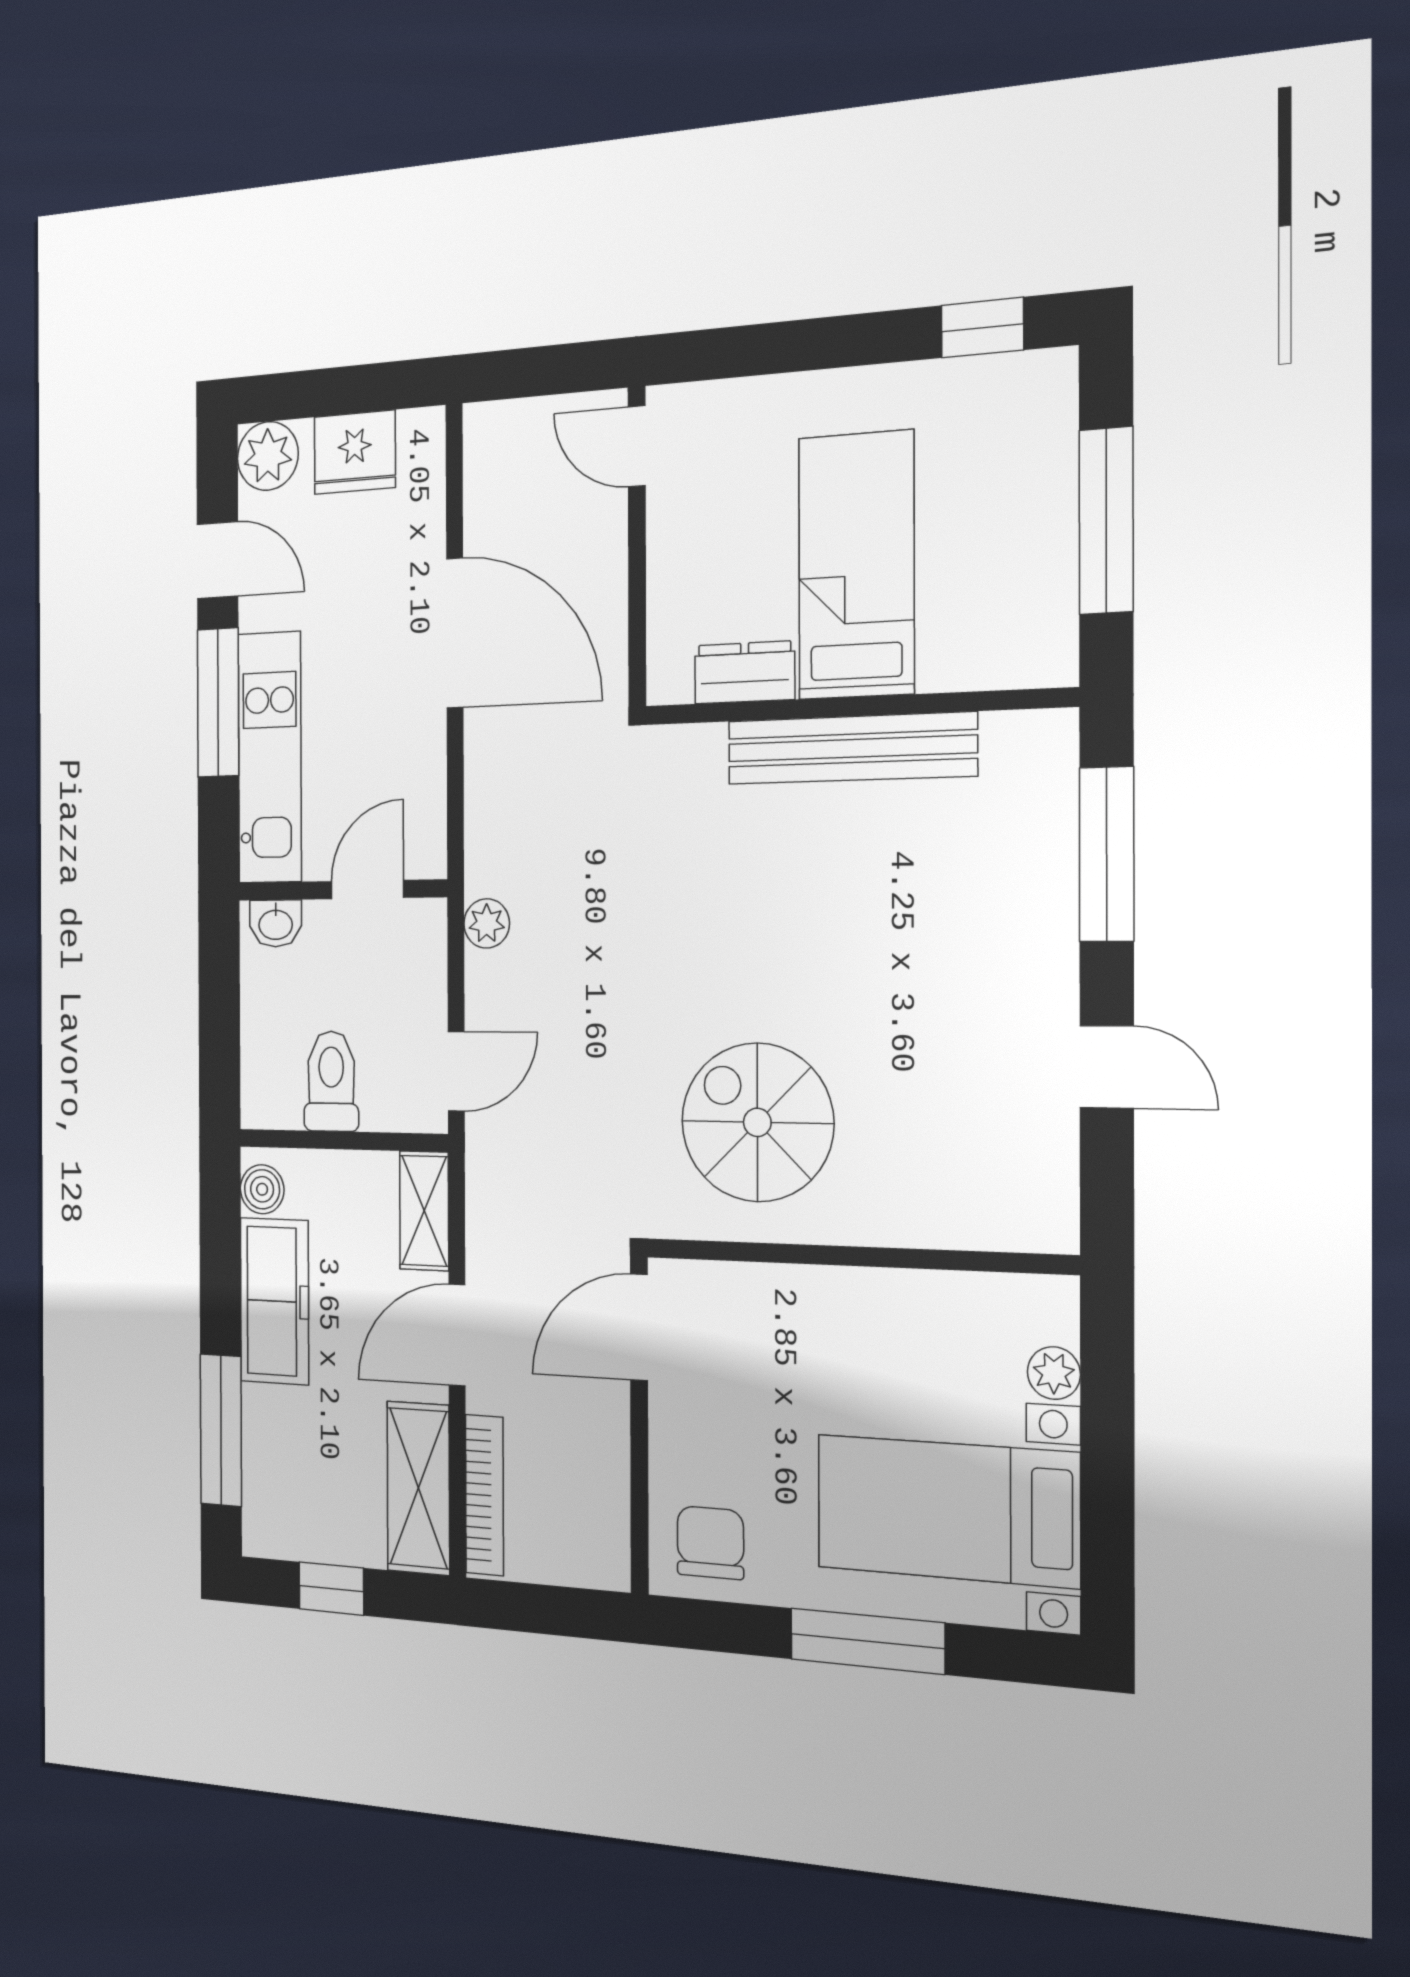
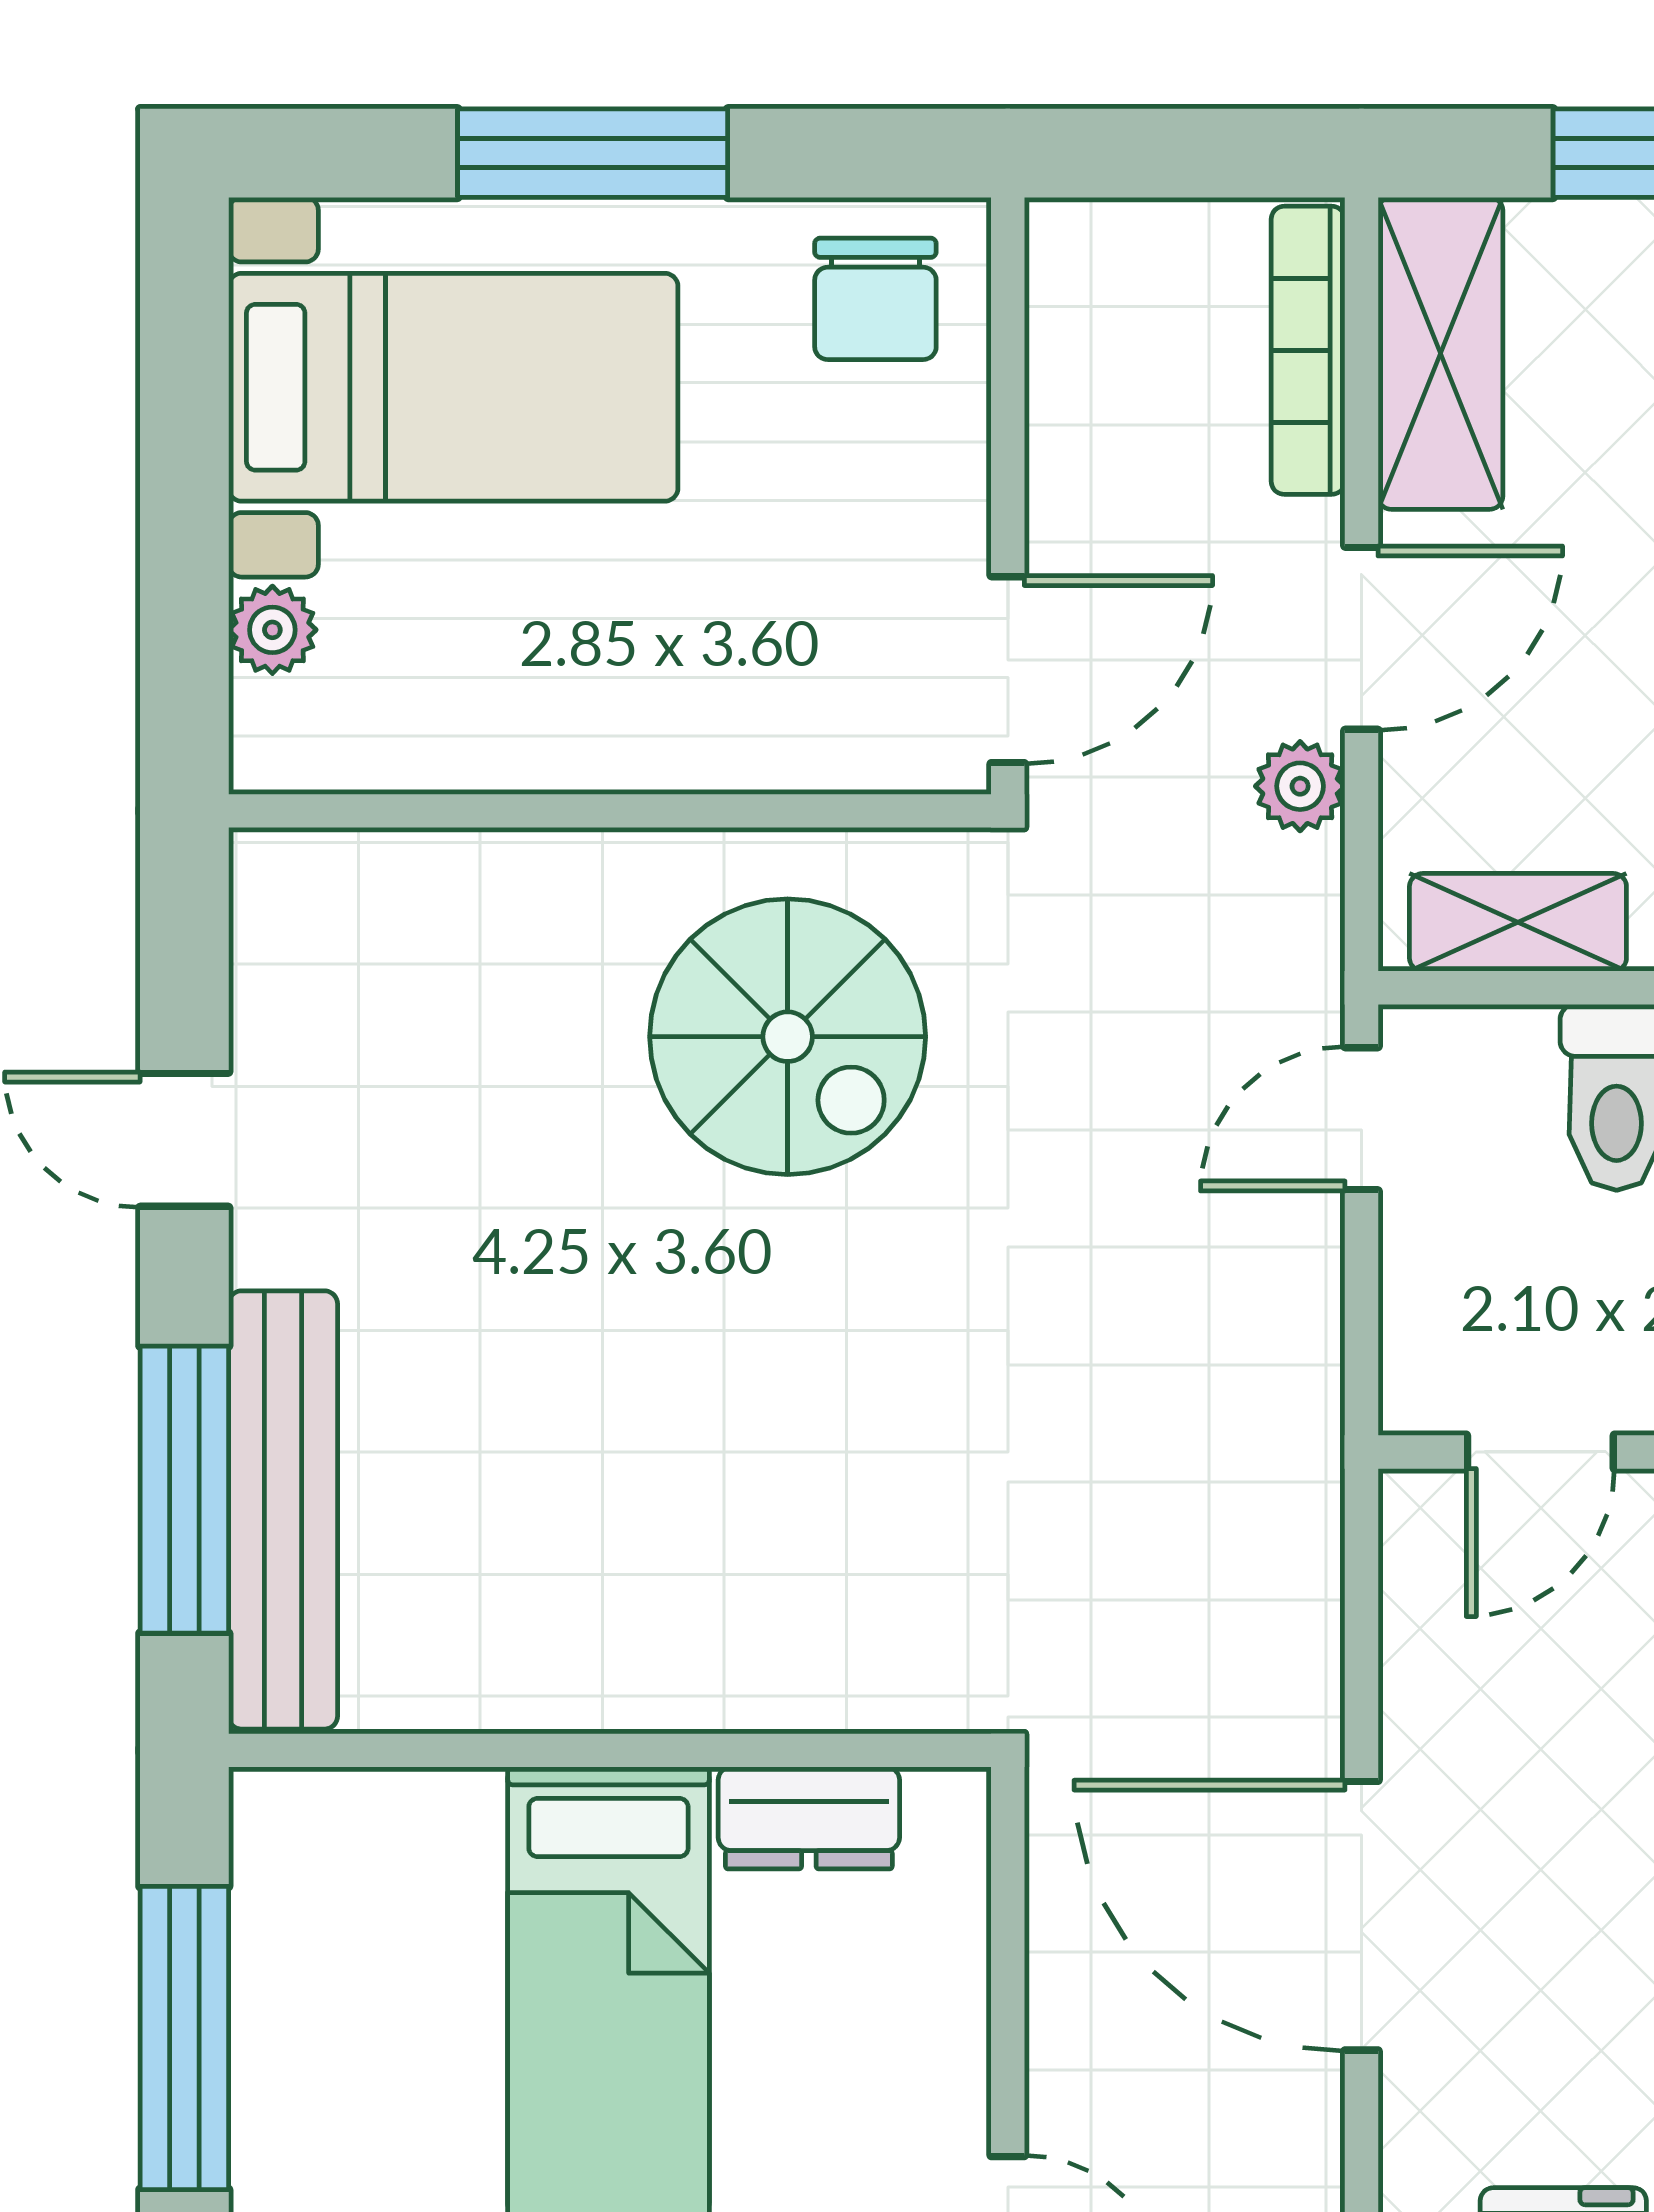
bench: (851, 748) -> (283, 1510), moved, turned 90
plant: (487, 923) -> (1300, 786), moved
shelving: (424, 1211) -> (1518, 922), moved, turned 90

